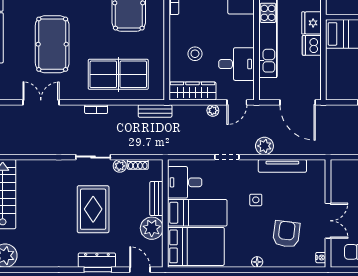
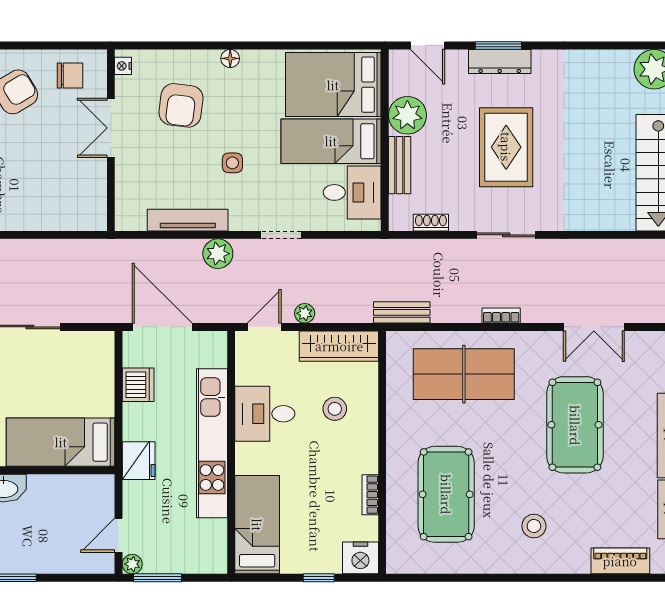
dishwasher: (312, 45) -> (138, 385), moved
desk: (237, 64) -> (265, 414), moved
plant: (120, 166) -> (461, 220), removed

